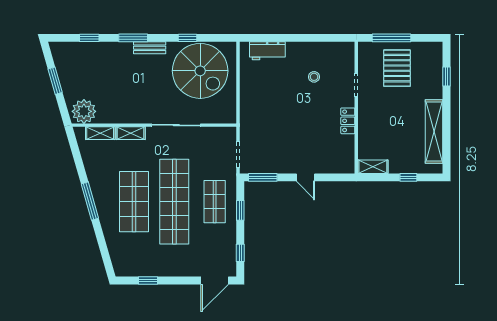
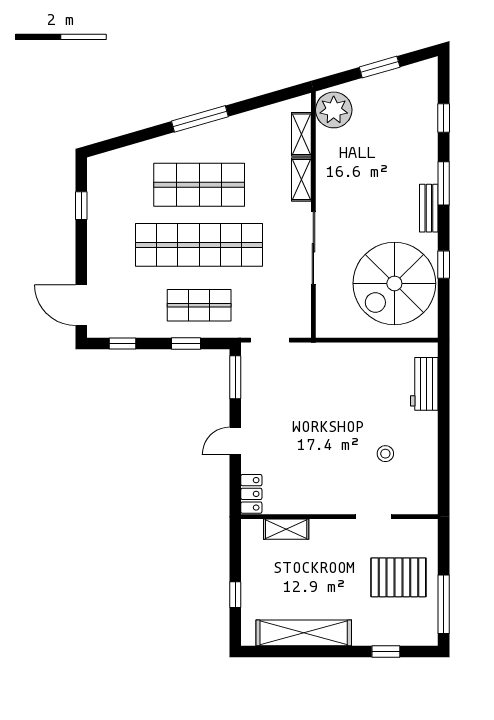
window: (391, 38) -> (444, 604), moved
locker: (348, 121) -> (251, 494), moved, turned 90
shelving: (373, 167) -> (286, 529), moved, turned 90

